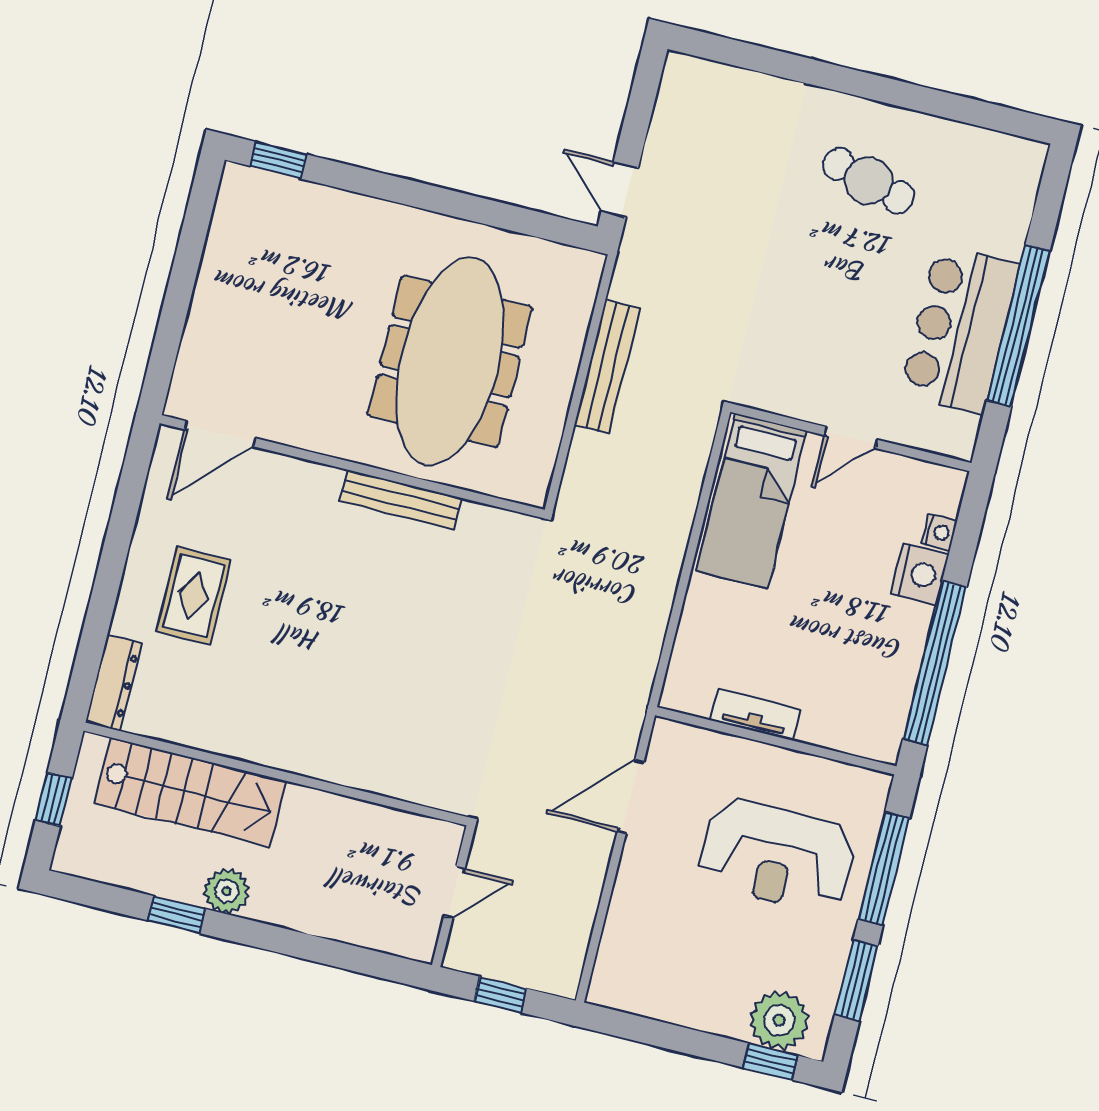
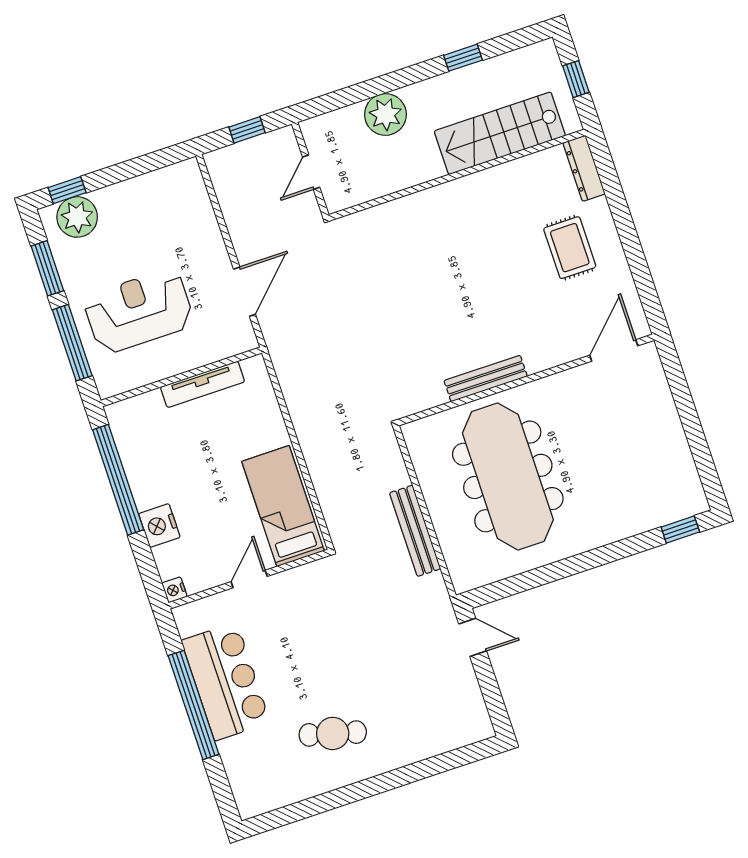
nightstand: (939, 532) -> (174, 590), moved
tv unit: (755, 715) -> (203, 384), width x1.41
plant: (227, 891) -> (385, 114), moved, width x1.36, depth x1.36

